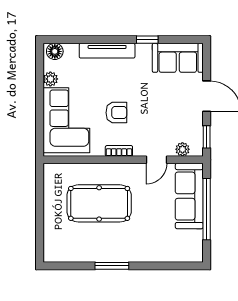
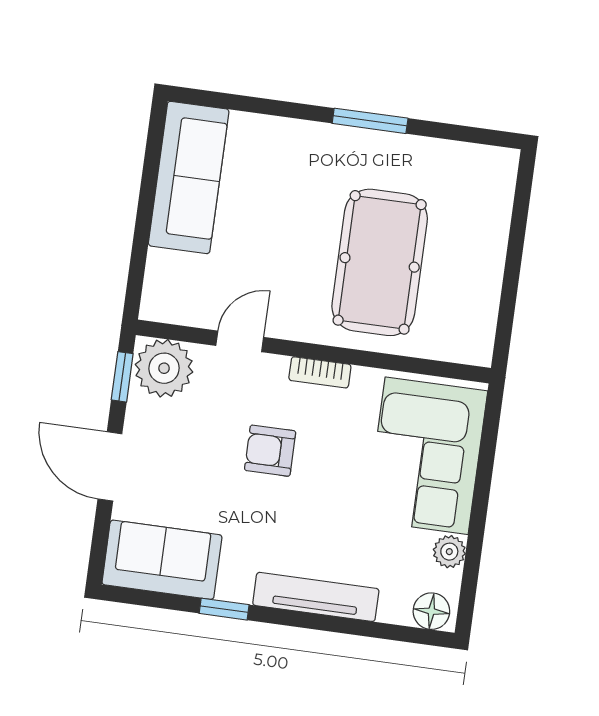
armchair: (116, 113) -> (270, 451), moved
plant: (182, 149) -> (164, 368), width x1.88, depth x1.88
sofa: (189, 196) -> (189, 177), moved
pool table: (99, 203) -> (380, 262), turned 90
window: (207, 209) -> (144, 217), removed

